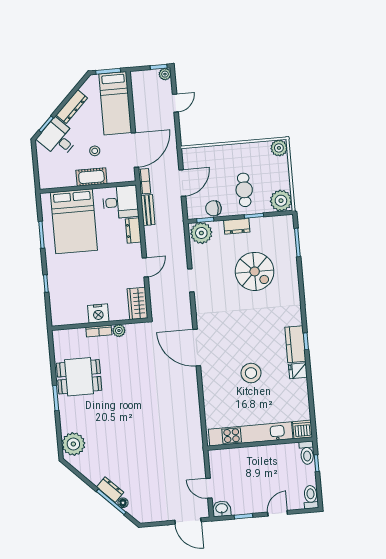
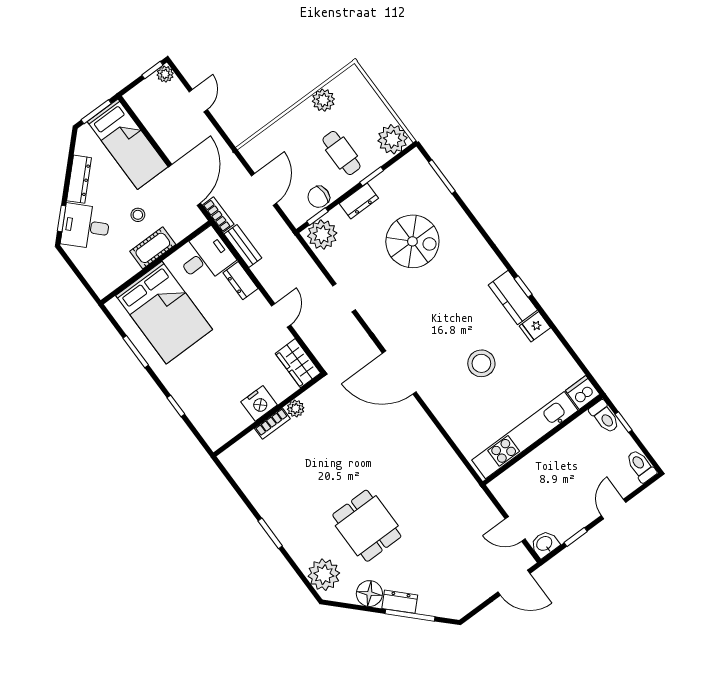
plant: (279, 148) -> (323, 100), moved
dining table: (79, 377) -> (367, 526), moved, turned 90
floor lamp: (123, 503) -> (369, 594), moved, width x1.89, depth x1.89

